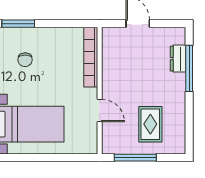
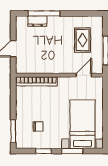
door: (100, 110) -> (84, 75), moved
rug: (150, 124) -> (83, 40), turned 90

